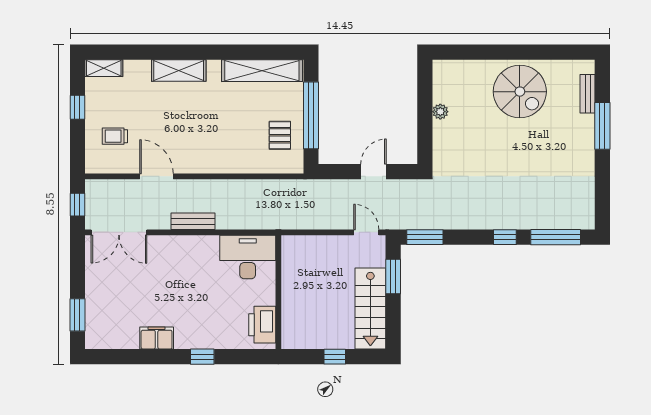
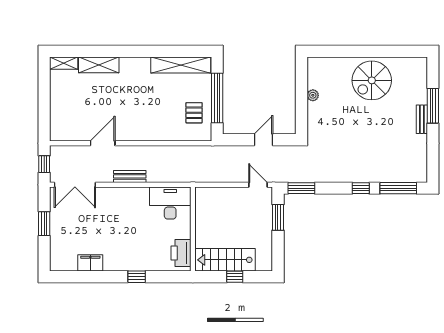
shelving: (179, 70) -> (99, 65), moved
spiral stairs: (520, 92) -> (372, 80), turned 90
bench: (588, 94) -> (422, 119), moved
window: (77, 107) -> (44, 92), removed
trolley: (115, 136) -> (72, 113), removed
door: (156, 176) -> (103, 143), hinge flipped
stairs: (370, 308) -> (225, 260), moved, turned 90
window: (77, 315) -> (44, 224), moved
filing cabinet: (157, 338) -> (90, 263), moved

